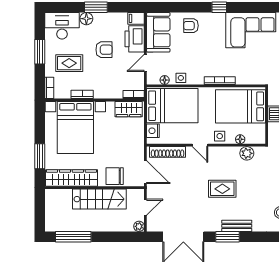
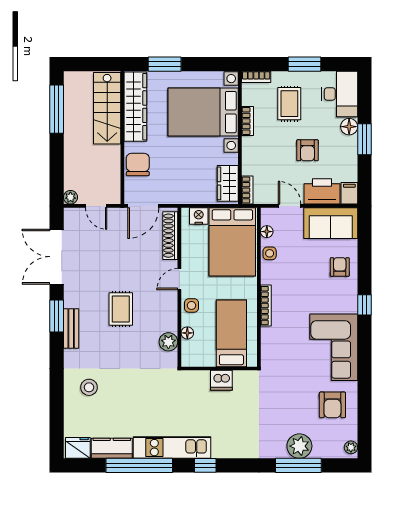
bed: (240, 106) -> (231, 333), width x0.67
stairs: (99, 199) -> (107, 108), moved

